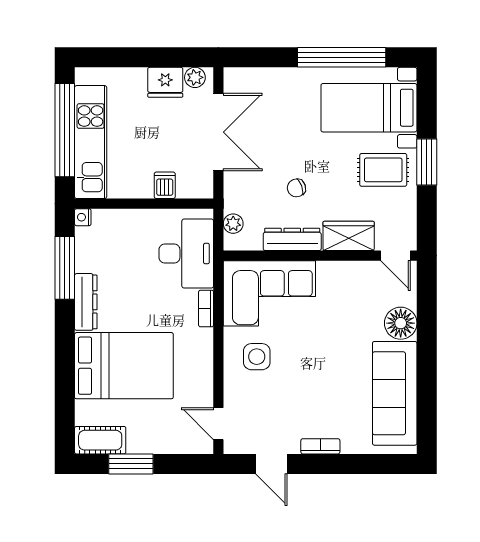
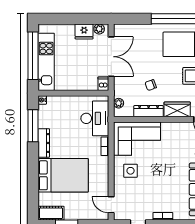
dishwasher: (165, 185) -> (103, 84), moved

